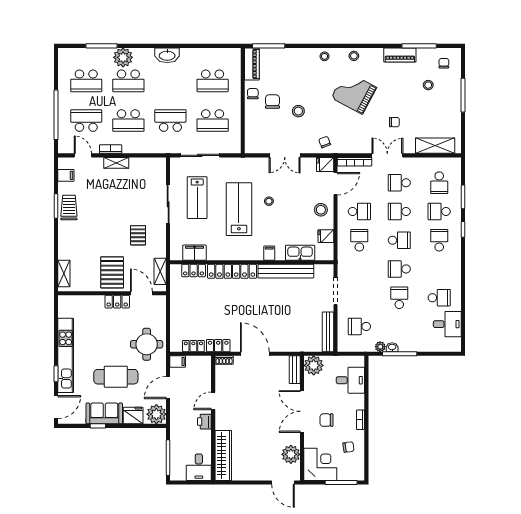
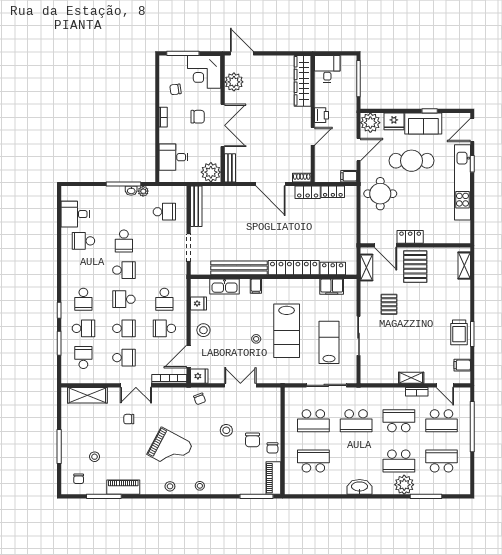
school desk: (128, 81) -> (399, 461), turned 180
school desk: (213, 121) -> (313, 421), turned 180

